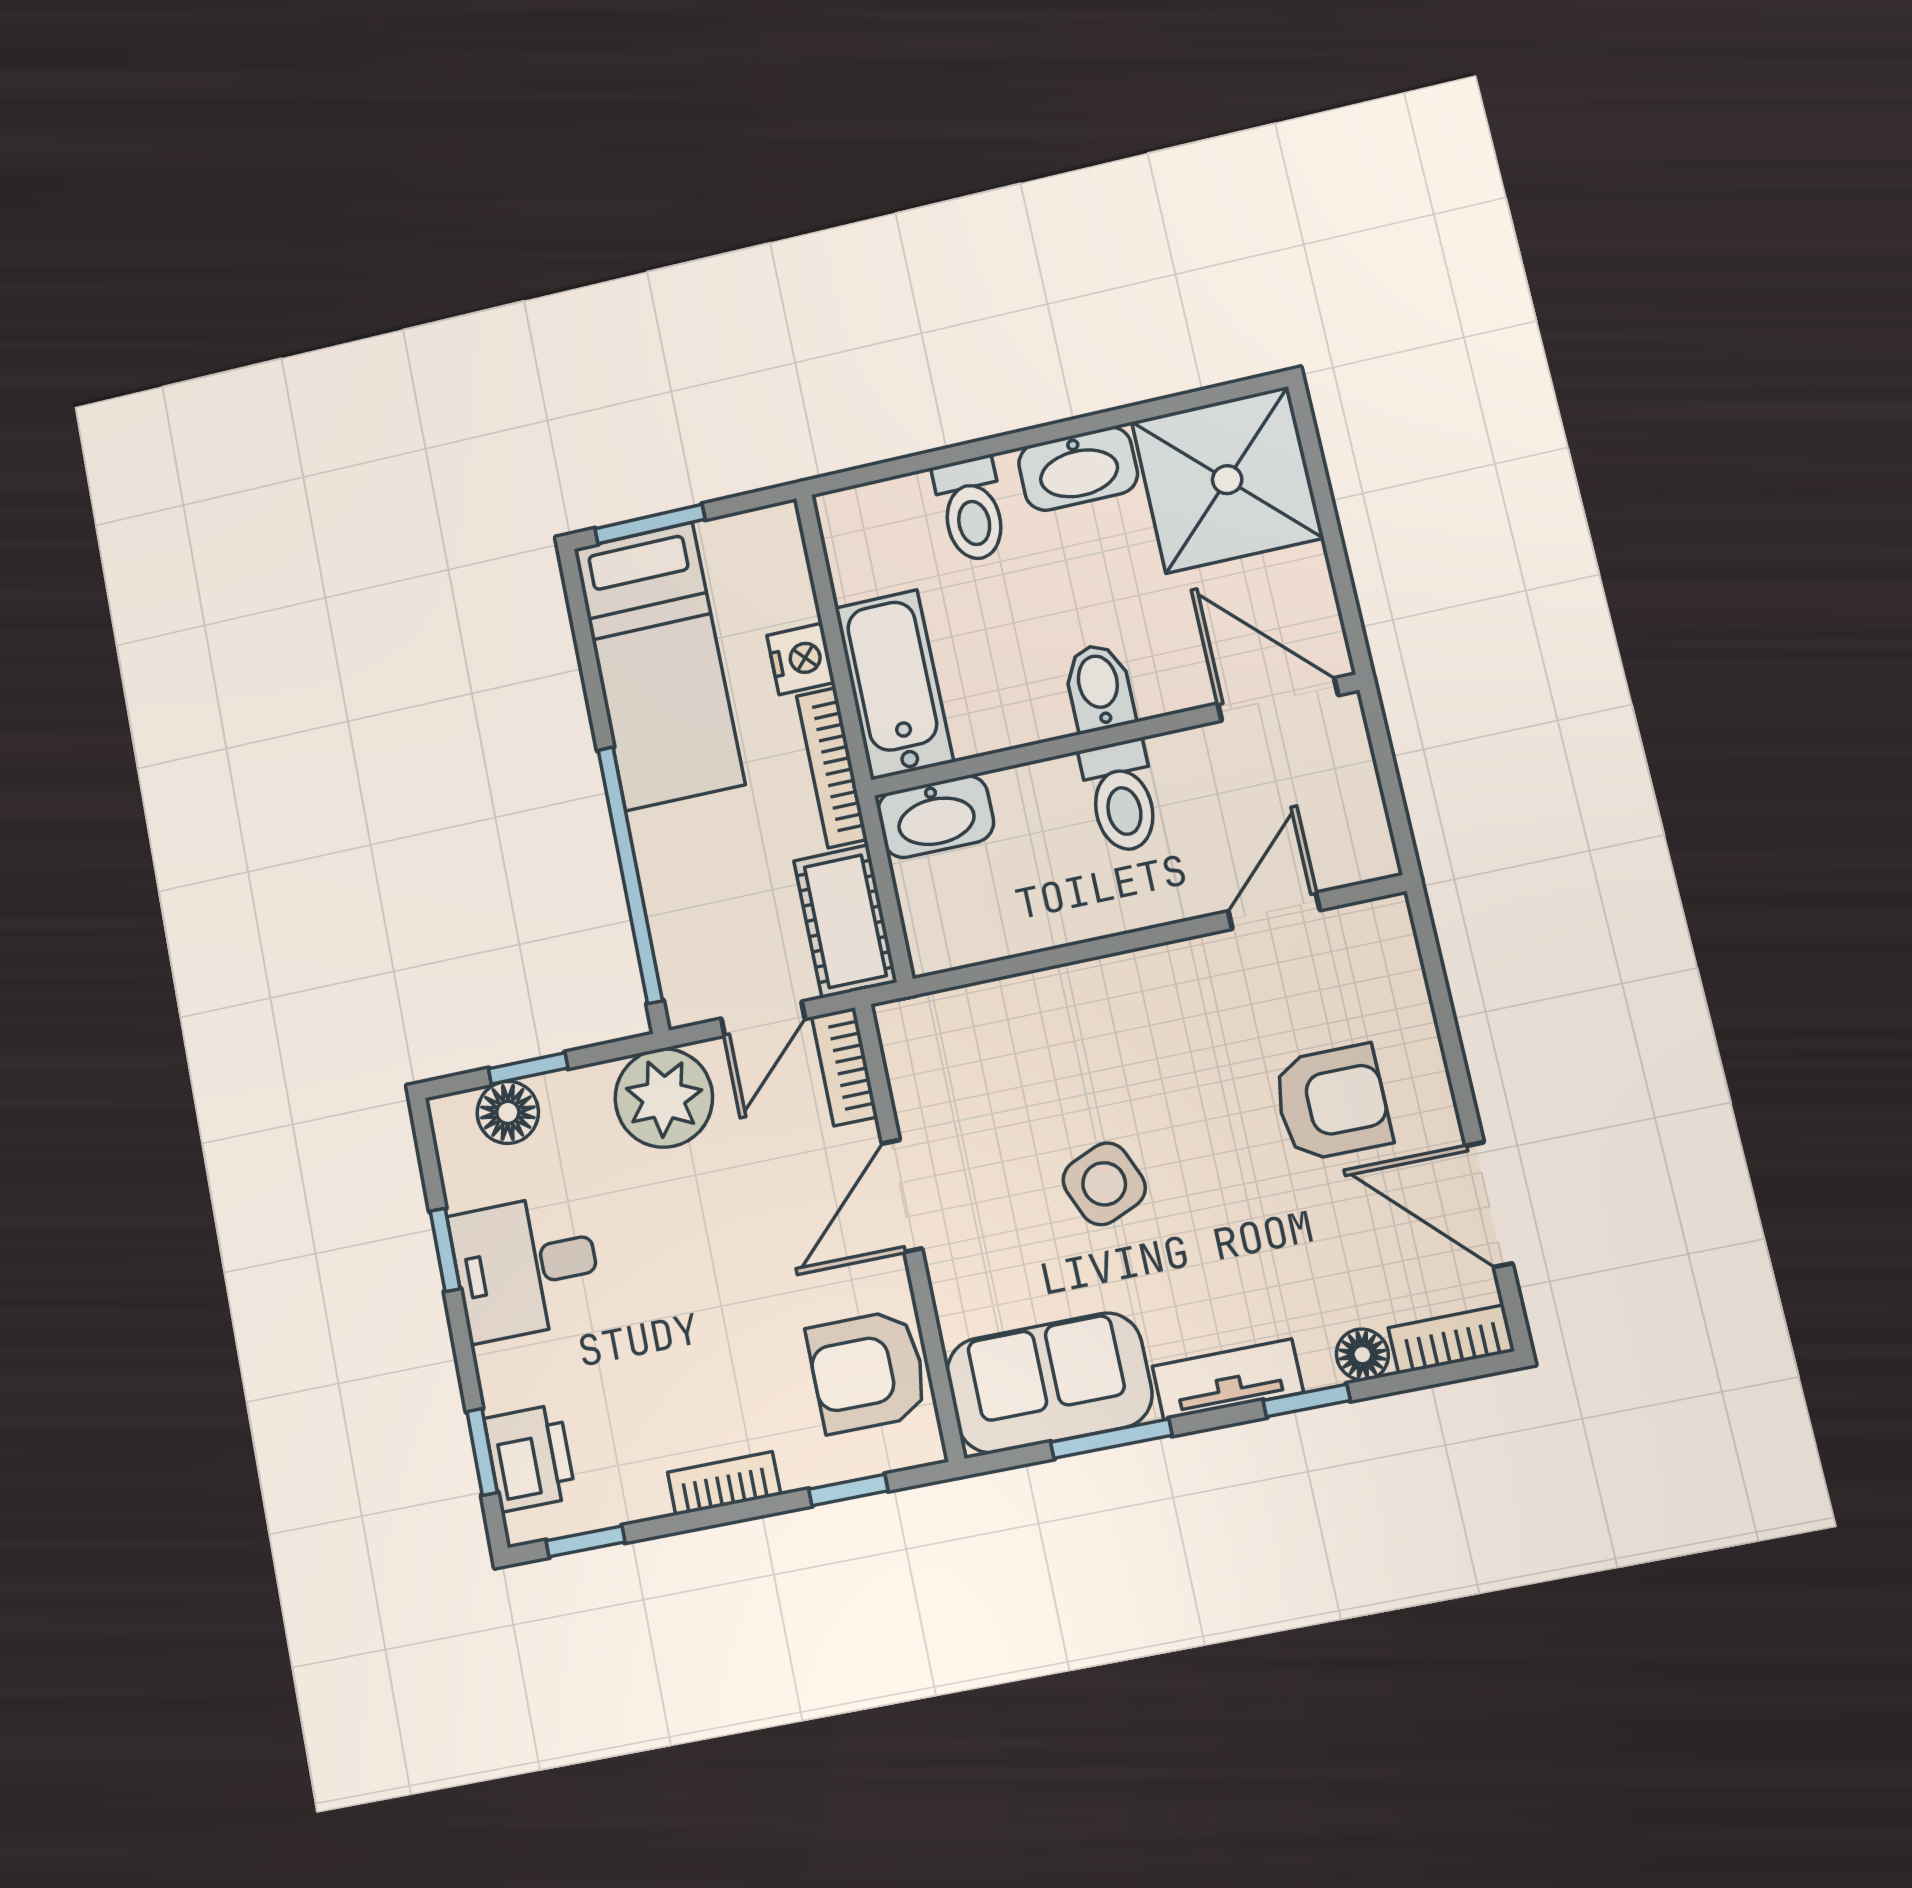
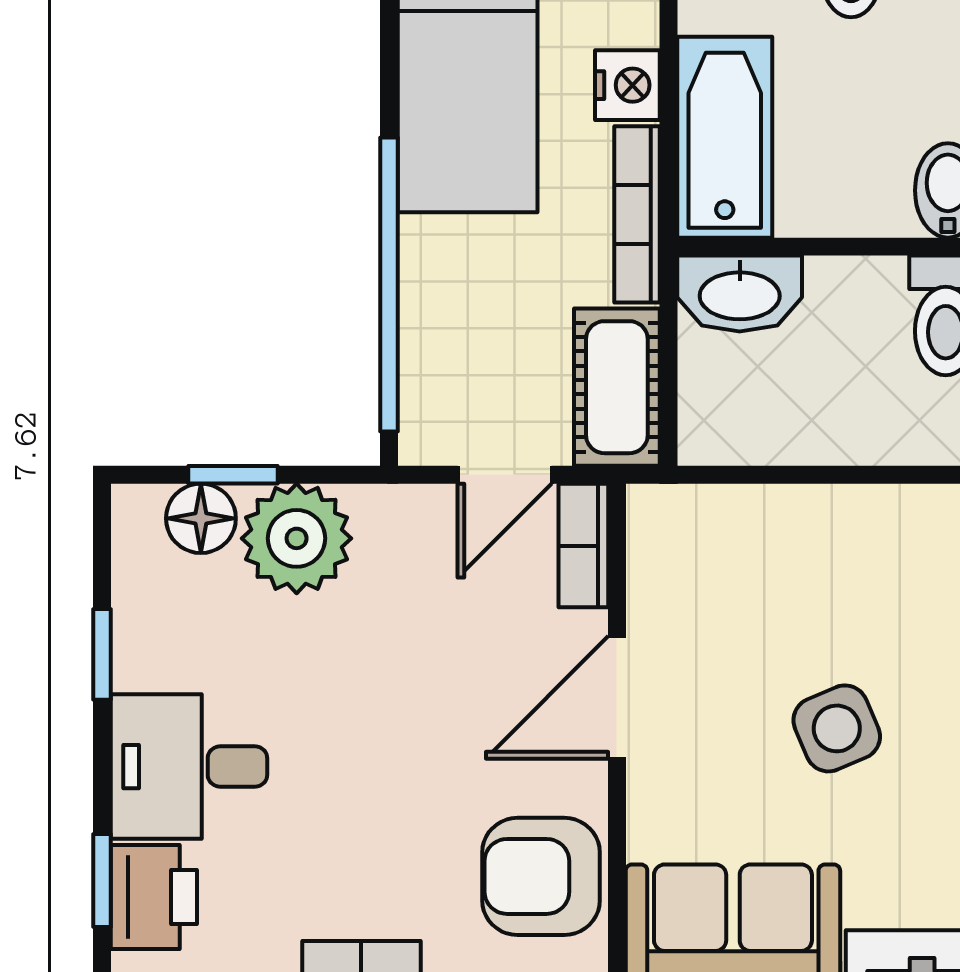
plant: (664, 1098) -> (297, 538), moved
desk: (526, 1267) -> (189, 767), moved

